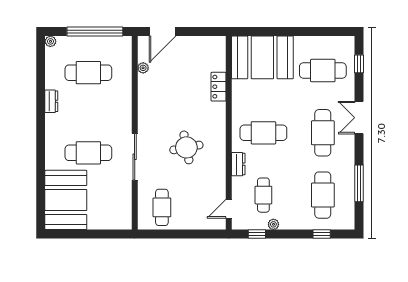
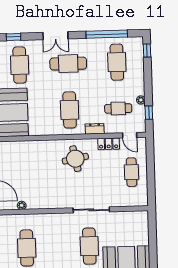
locker: (219, 87) -> (109, 144), moved
round table: (186, 147) -> (75, 159), moved
window: (359, 183) -> (107, 34), width x1.46
cafe table: (323, 195) -> (117, 62), turned 90
cafe table: (162, 207) -> (131, 172), moved, turned 90
window: (322, 234) -> (147, 50), moved

